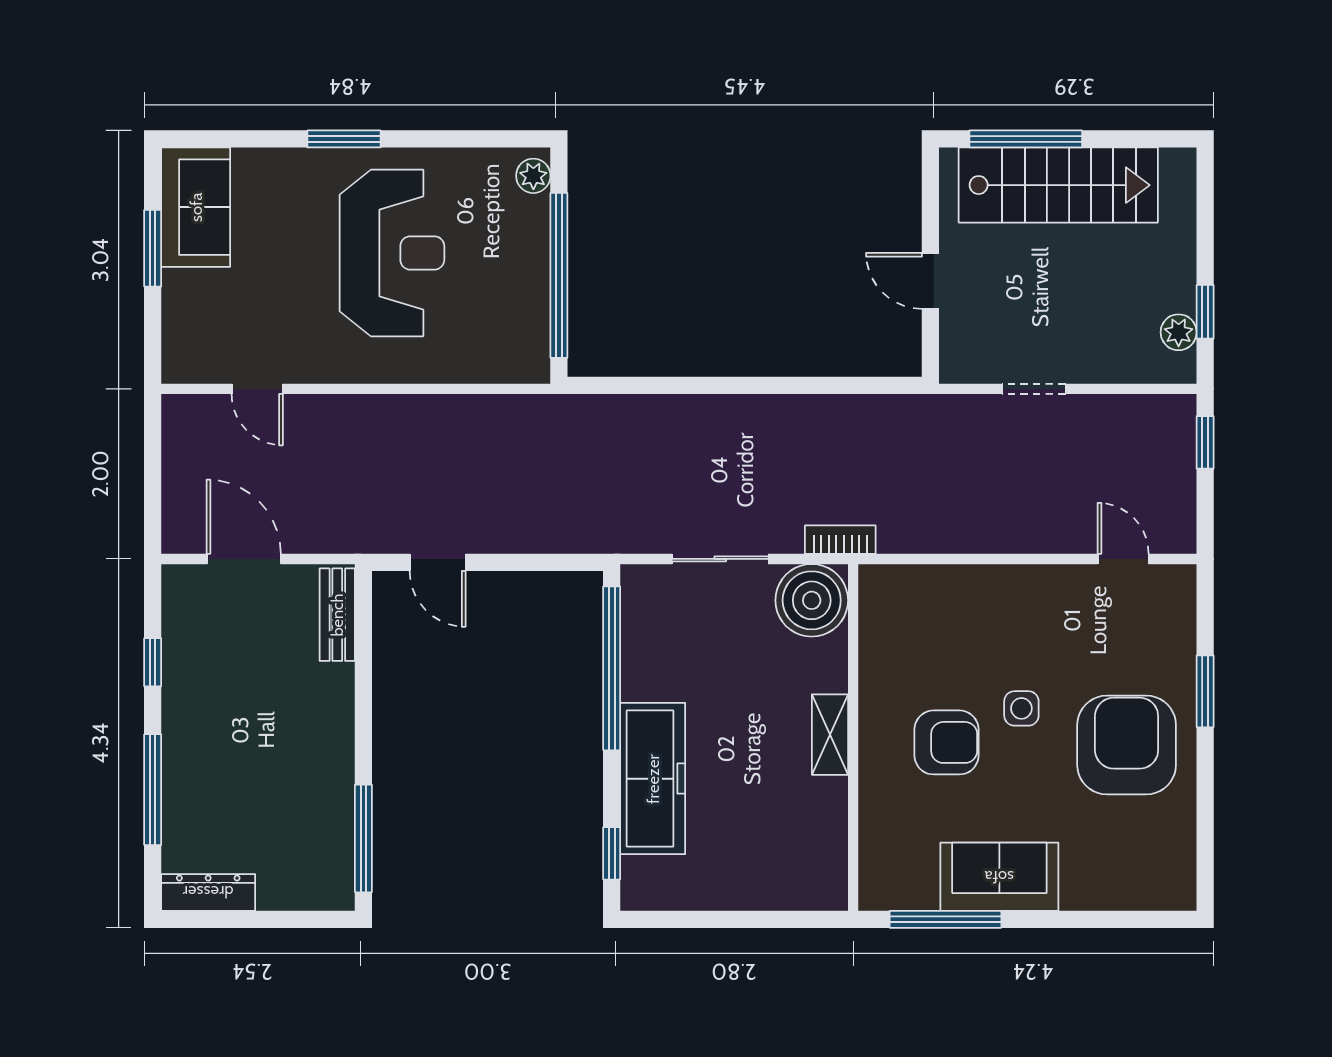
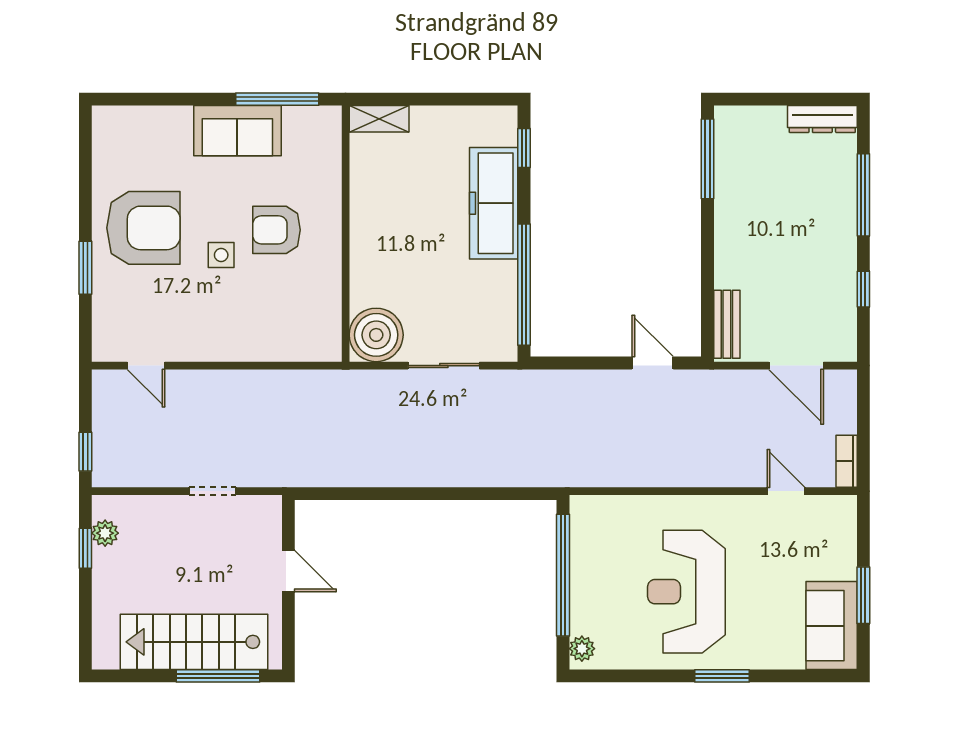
bookcase: (840, 540) -> (847, 461), moved, turned 90
shelving: (830, 735) -> (379, 119), moved, turned 90
armchair: (1127, 745) -> (143, 228), turned -90

